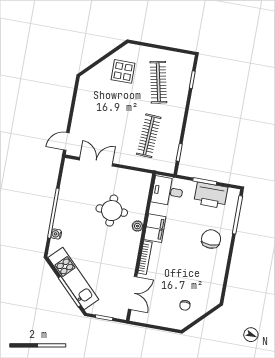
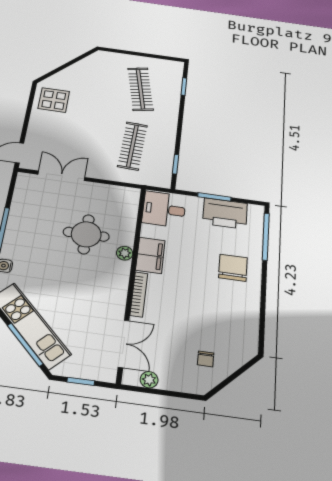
display table: (123, 71) -> (54, 100), moved
plant: (147, 318) -> (149, 380), added

